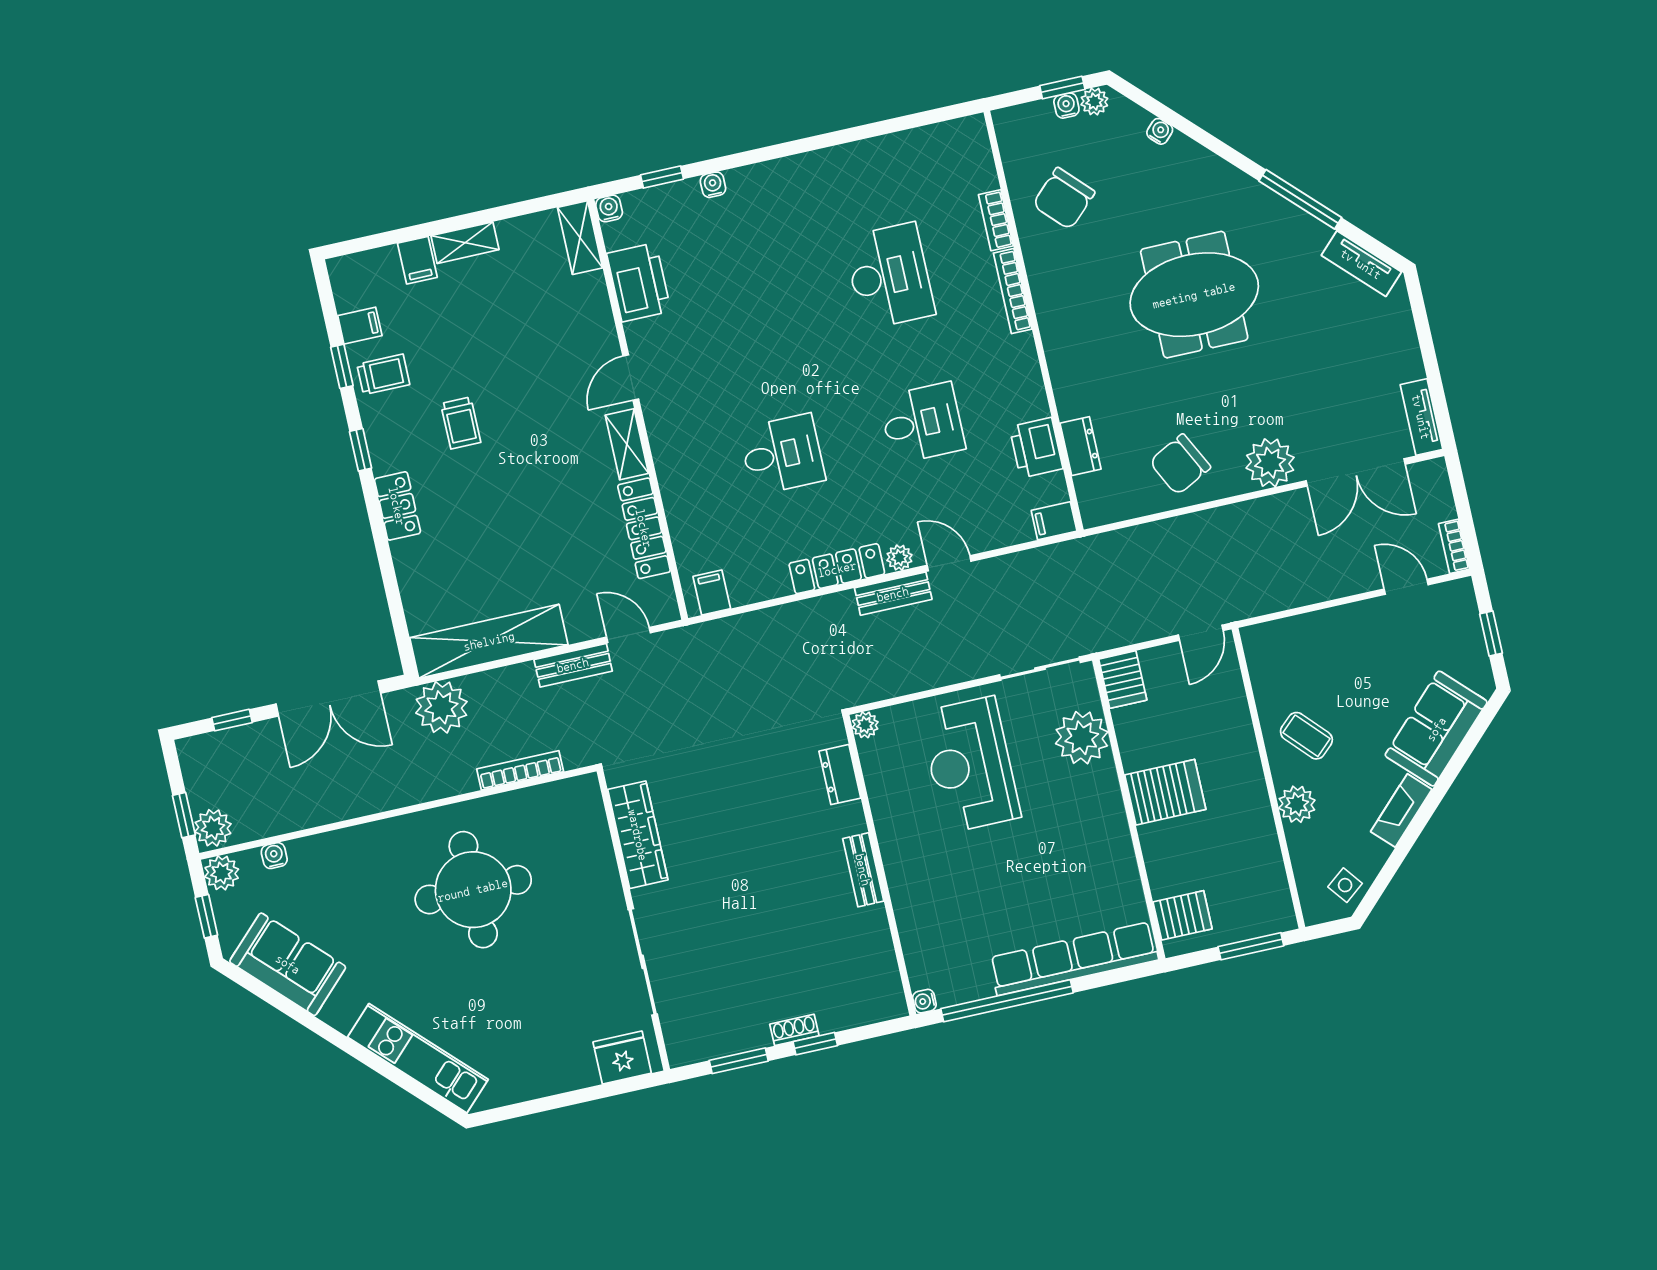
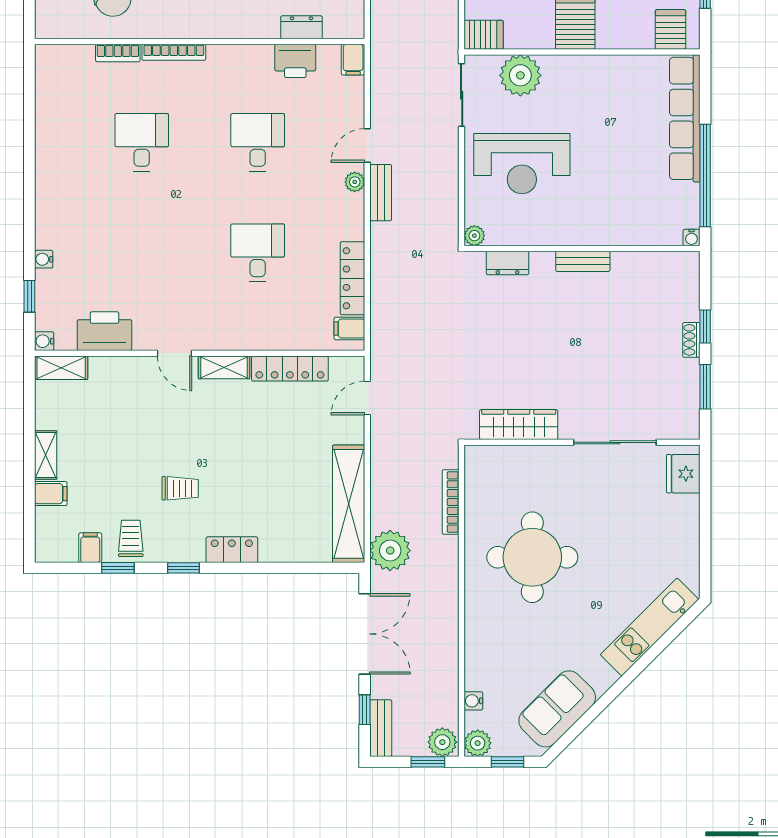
desk: (889, 276) -> (142, 142), width x0.73
locker: (837, 569) -> (353, 278), moved
bench: (573, 665) -> (381, 728), moved

